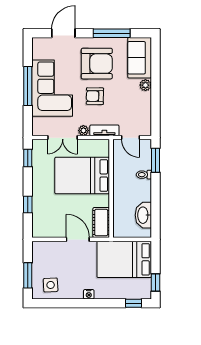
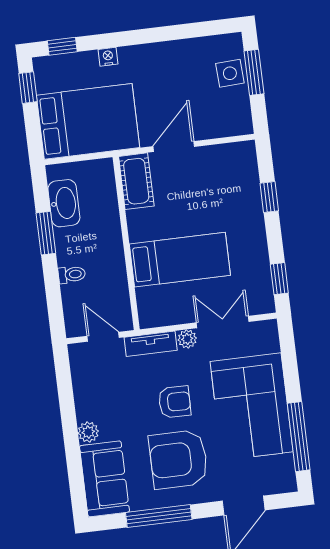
window: (28, 86) -> (299, 437), moved
window: (156, 160) -> (46, 233), moved
bed: (82, 175) -> (180, 260), width x0.67
door: (78, 239) -> (174, 147), swing flipped
side table: (51, 285) -> (230, 73), moved
nightstand: (89, 294) -> (108, 57), moved

